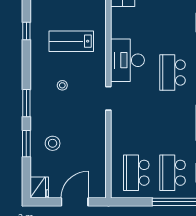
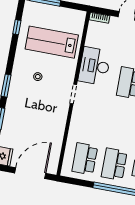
lab bench: (71, 41) -> (52, 42), width x1.36, depth x1.39
stool: (53, 143) -> (21, 122), removed
door: (75, 202) -> (30, 173), width x1.36

